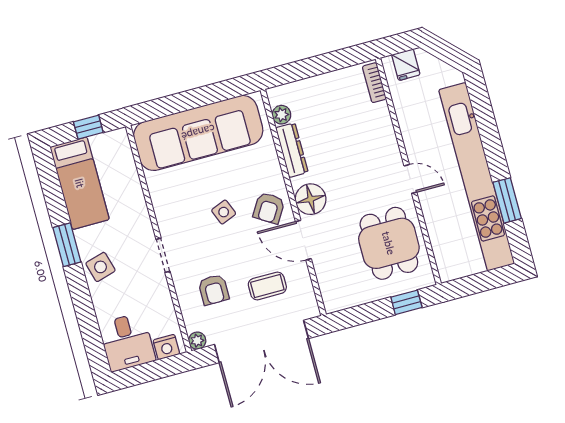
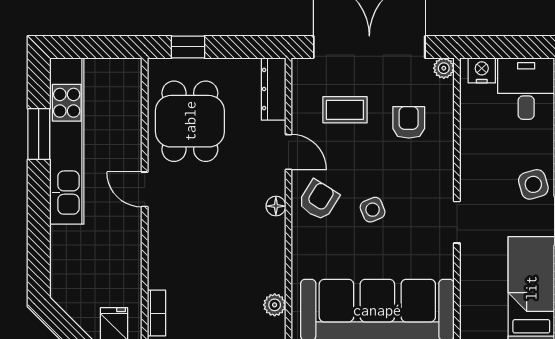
dresser: (292, 150) -> (274, 89), moved
kitchen unit: (477, 177) -> (67, 141), width x0.73
floor lamp: (311, 199) -> (276, 206), width x0.53, depth x0.53
door: (303, 240) -> (288, 152), width x0.73
doorway: (163, 255) -> (457, 222), moved

